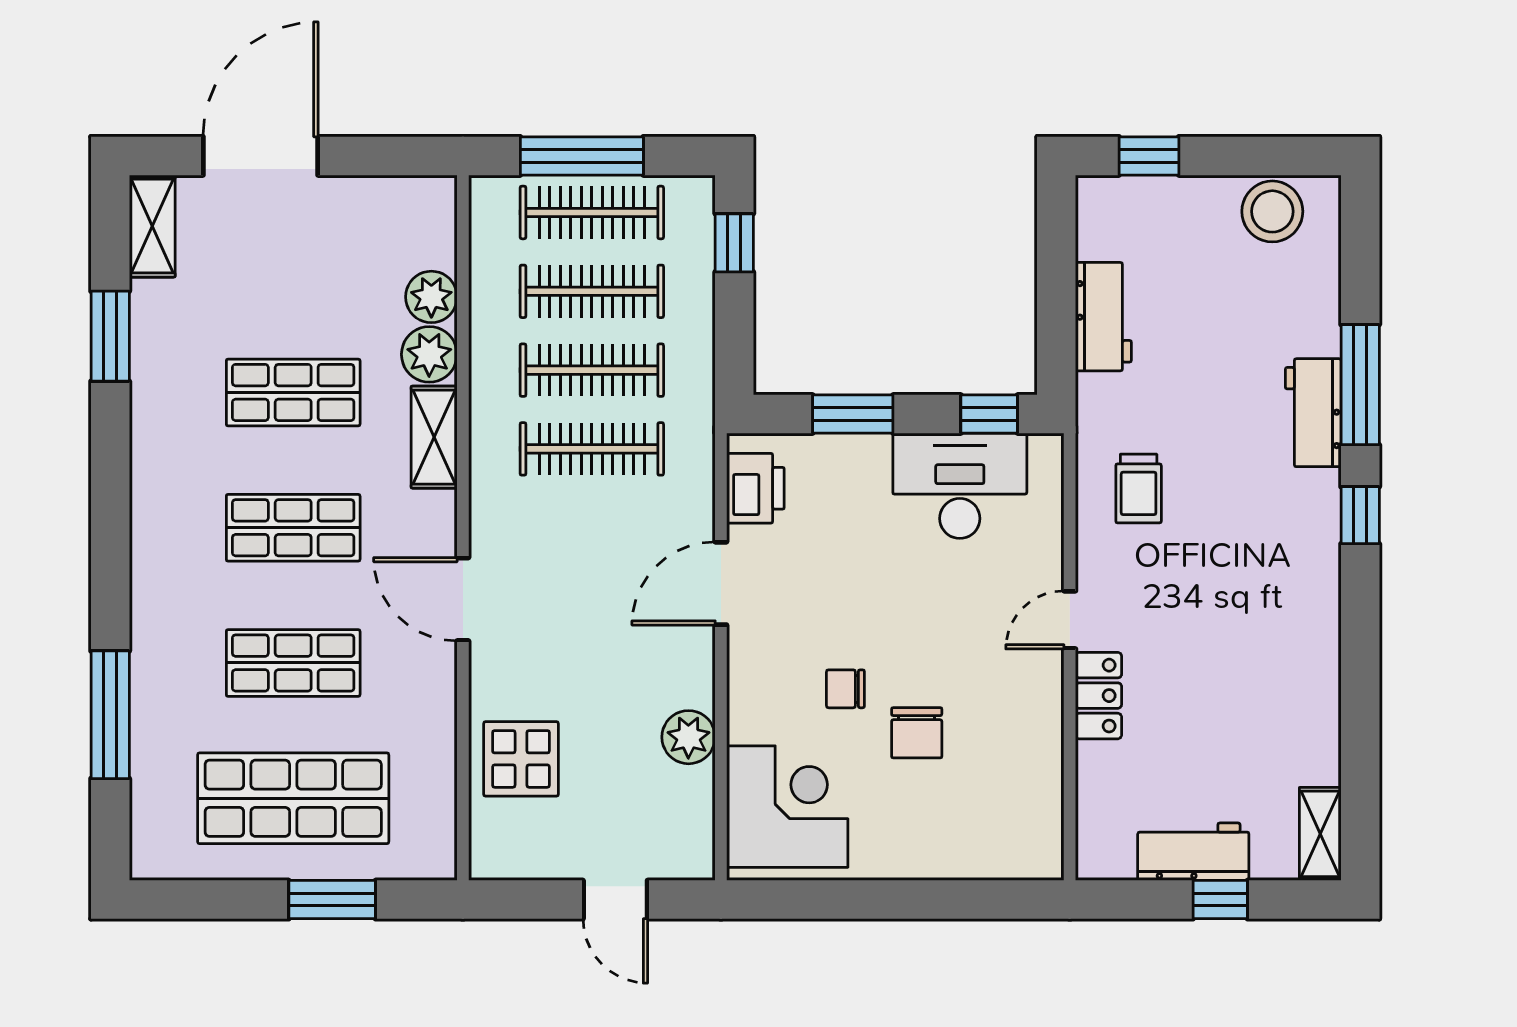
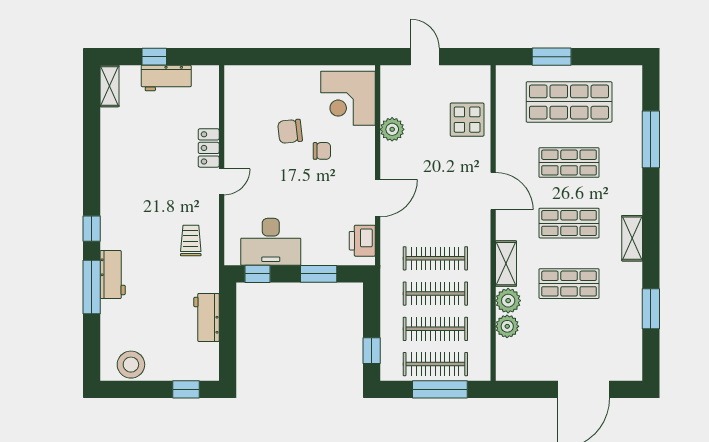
shelving: (152, 226) -> (632, 238), moved
chair: (917, 733) -> (290, 131), turned -96

